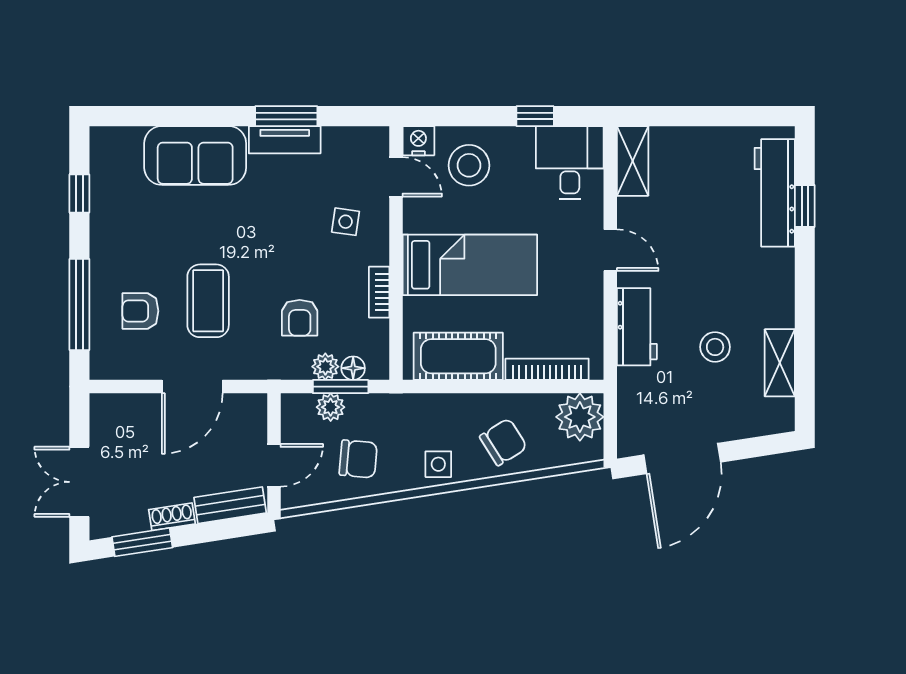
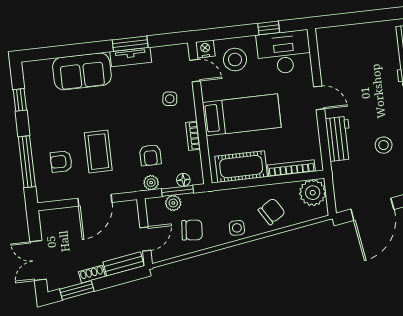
shelving: (633, 161) -> (326, 47), removed
desk: (570, 163) -> (284, 52), width x1.37
plant: (325, 367) -> (151, 183), moved

